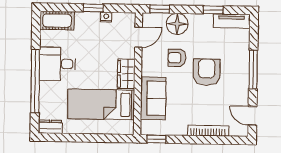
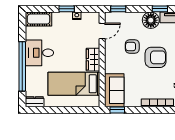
floor lamp: (177, 24) -> (151, 20), moved
armchair: (207, 72) -> (156, 57), turned 90
sofa: (153, 98) -> (114, 90), moved

